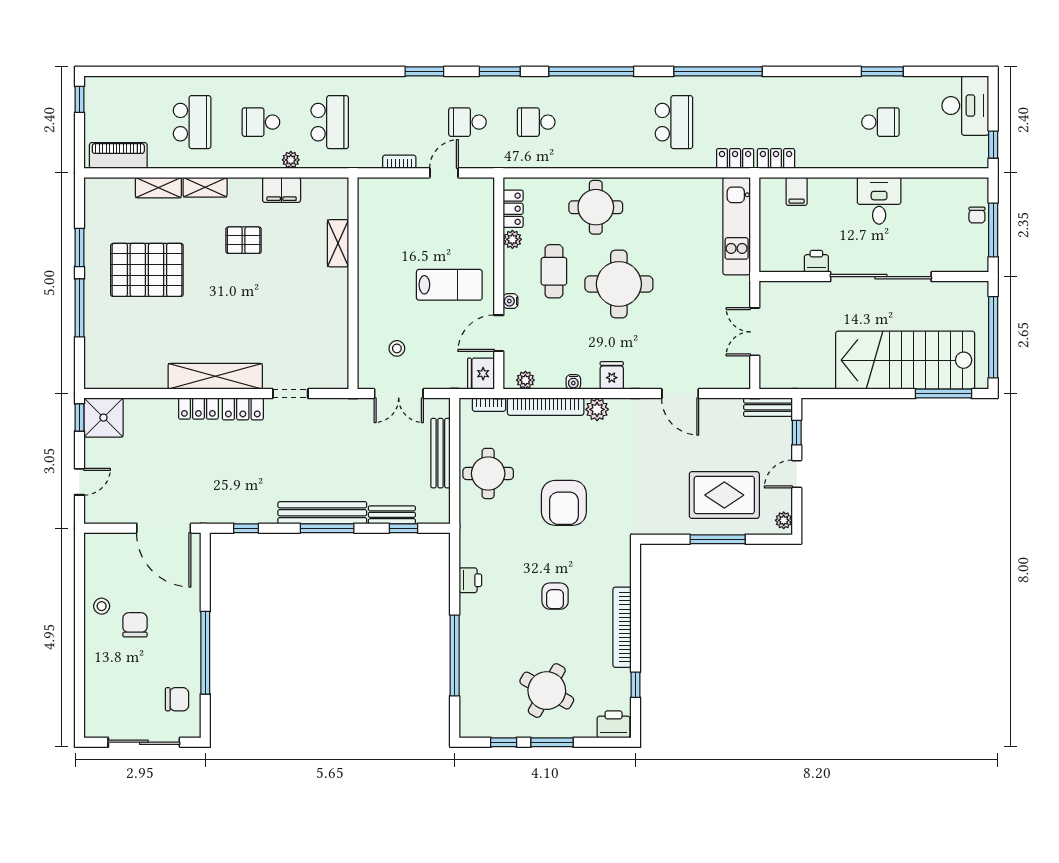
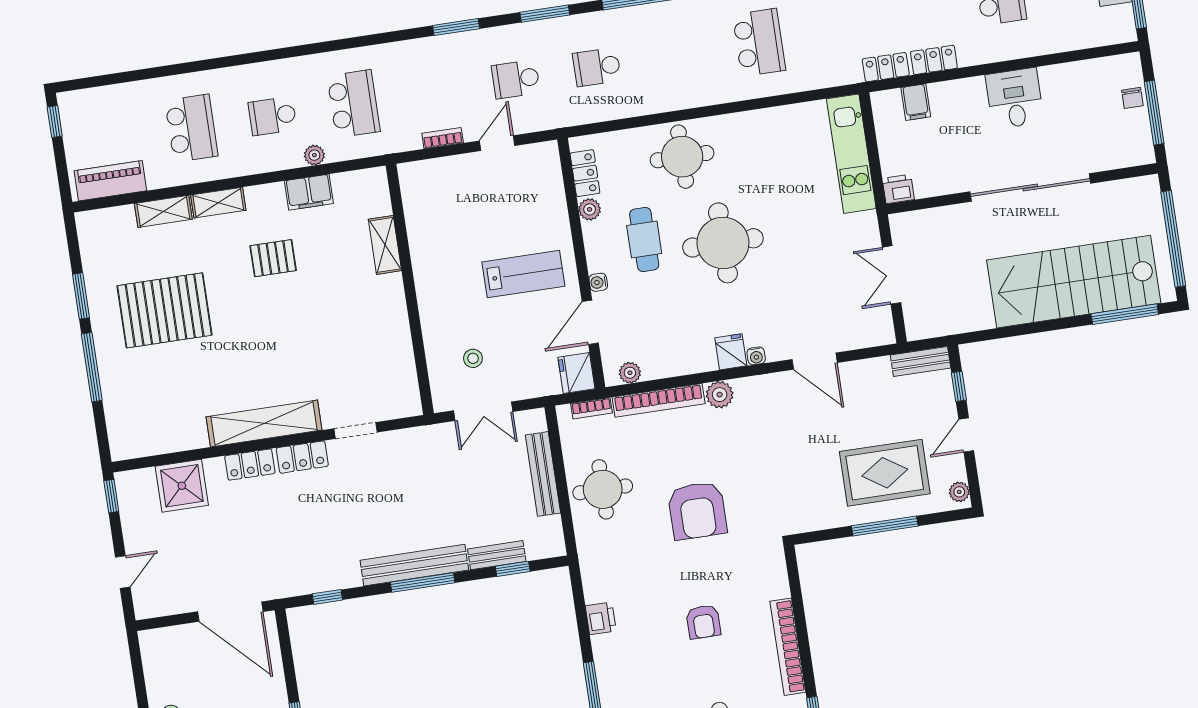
locker: (735, 159) -> (934, 60), moved
printer: (816, 261) -> (898, 189), moved
water cooler: (573, 382) -> (756, 356), moved
shower: (103, 418) -> (182, 486), moved

